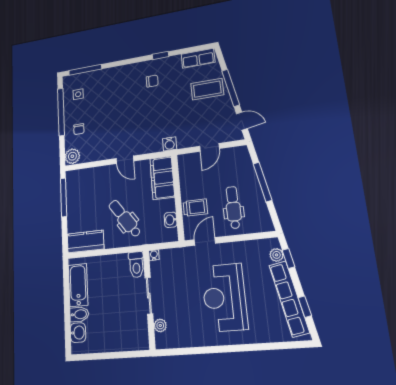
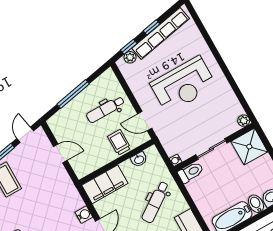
water cooler: (170, 144) -> (84, 215), moved
window: (305, 307) -> (152, 27), moved
plant: (160, 325) -> (244, 121), moved
shower: (134, 335) -> (249, 147), added

